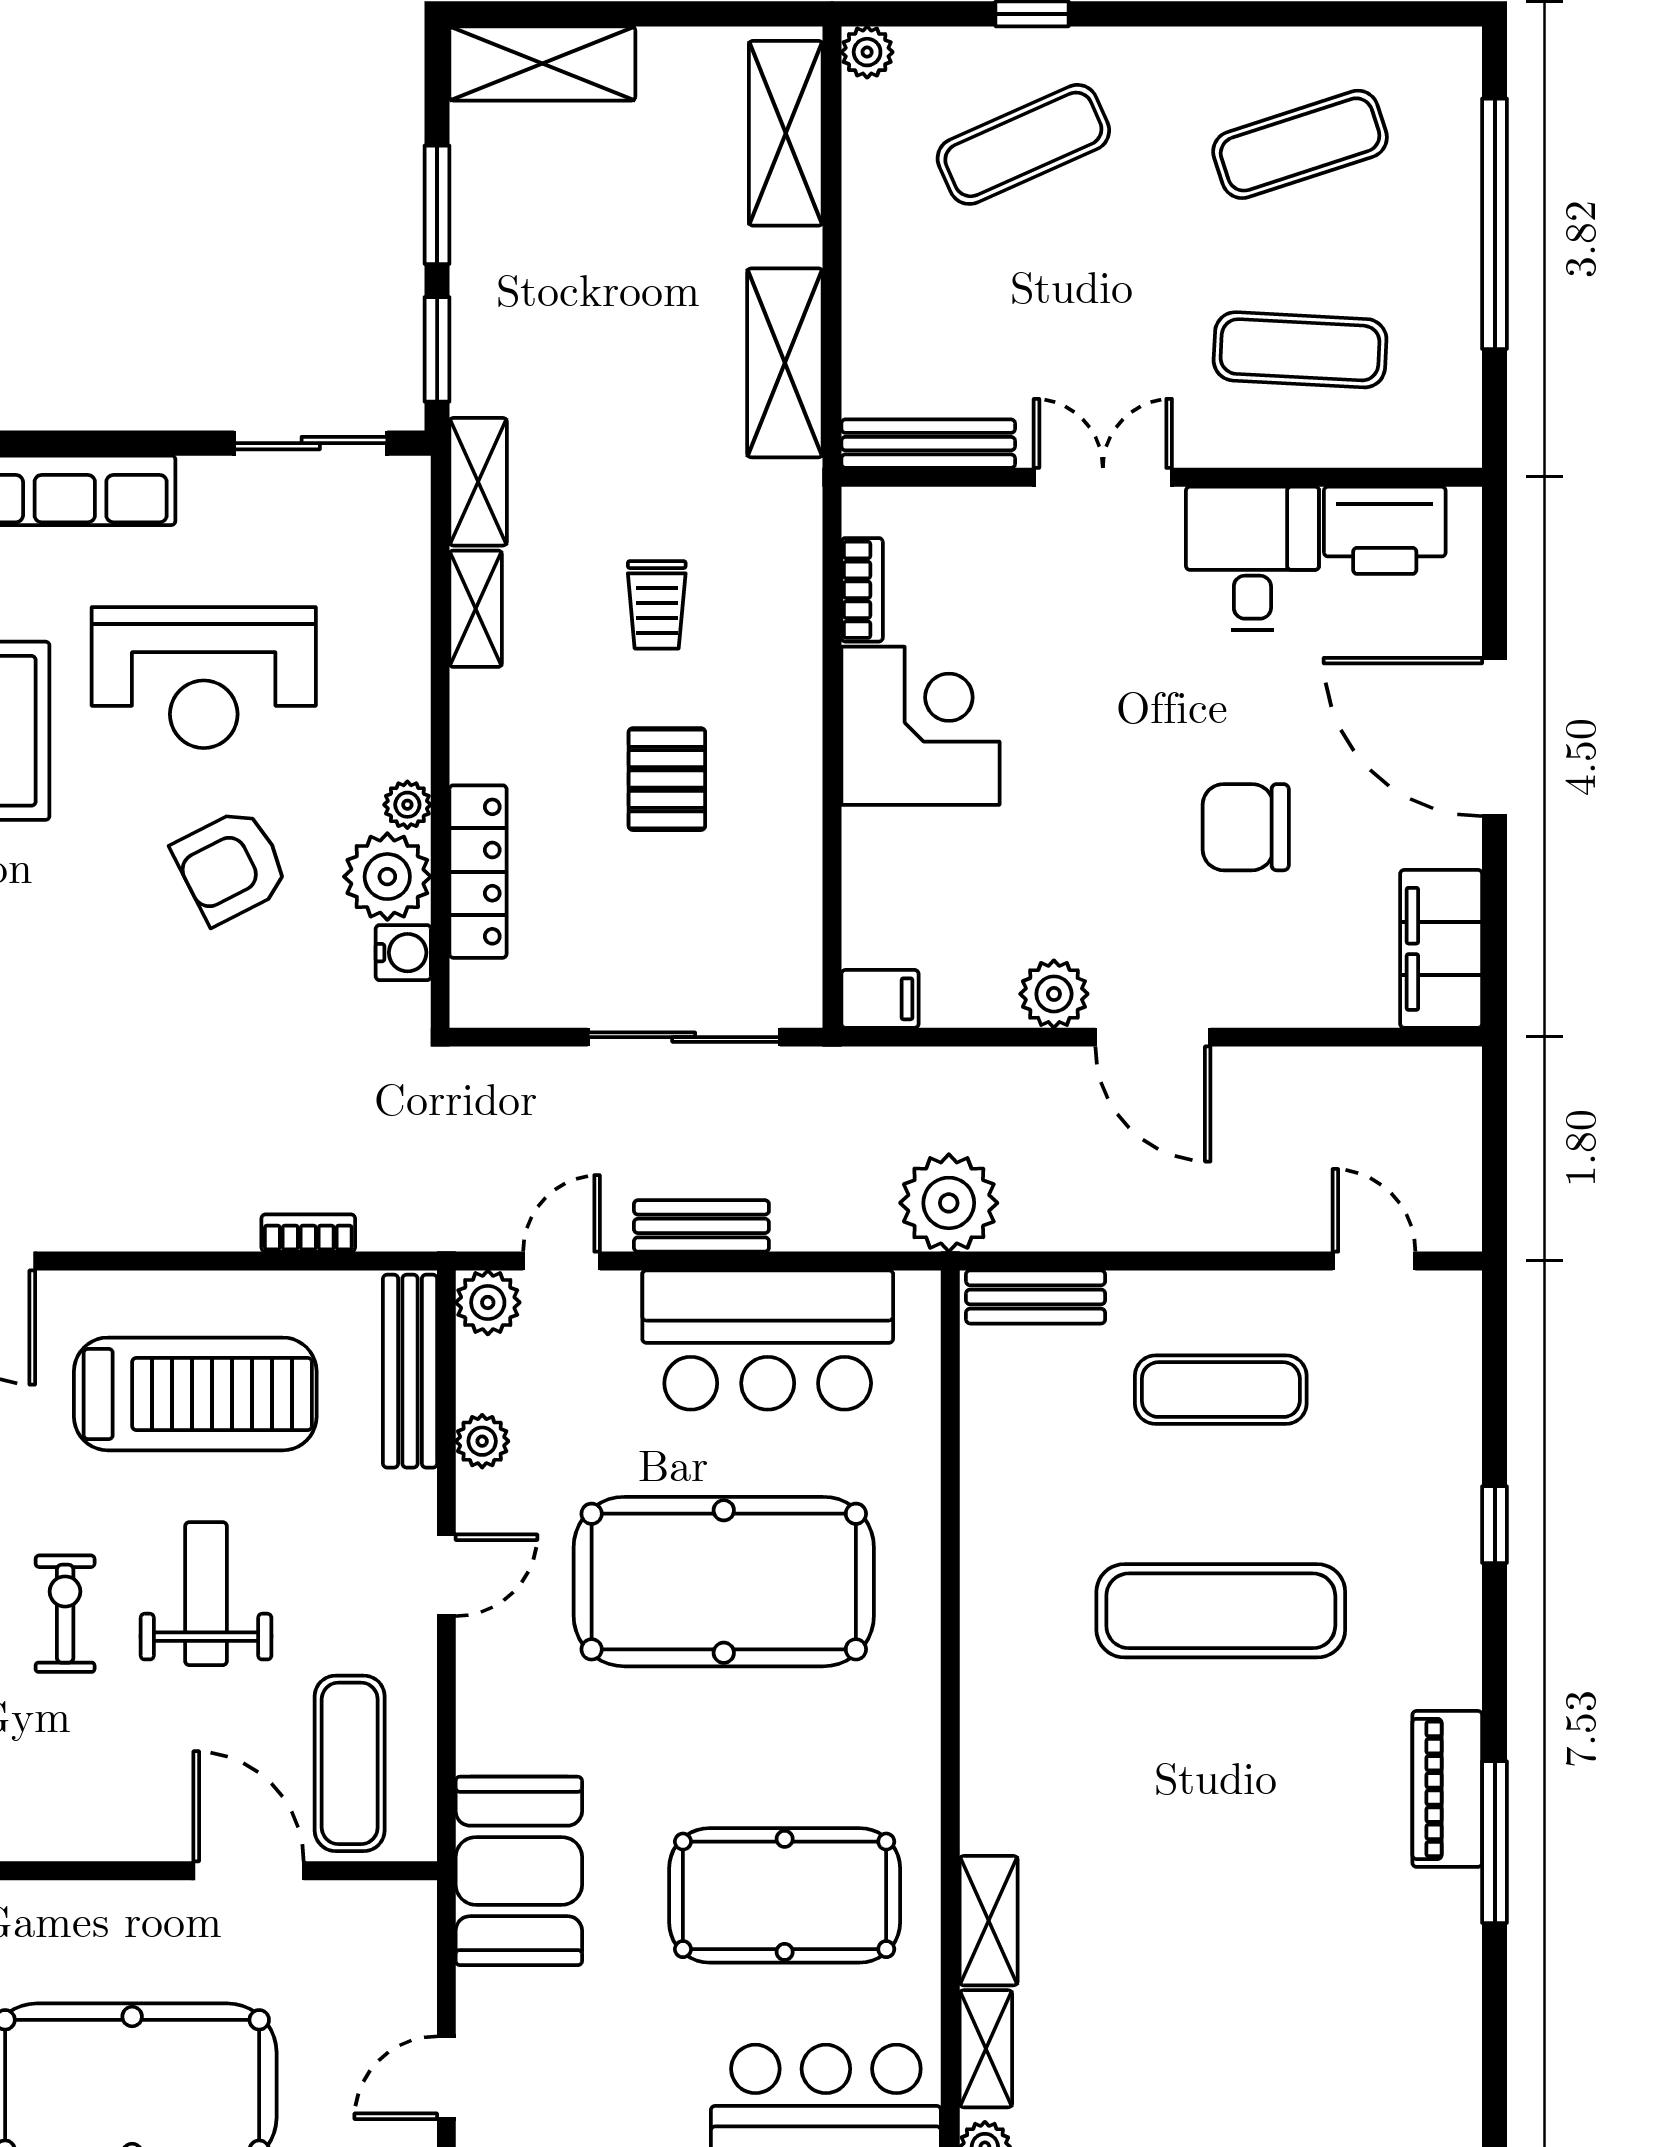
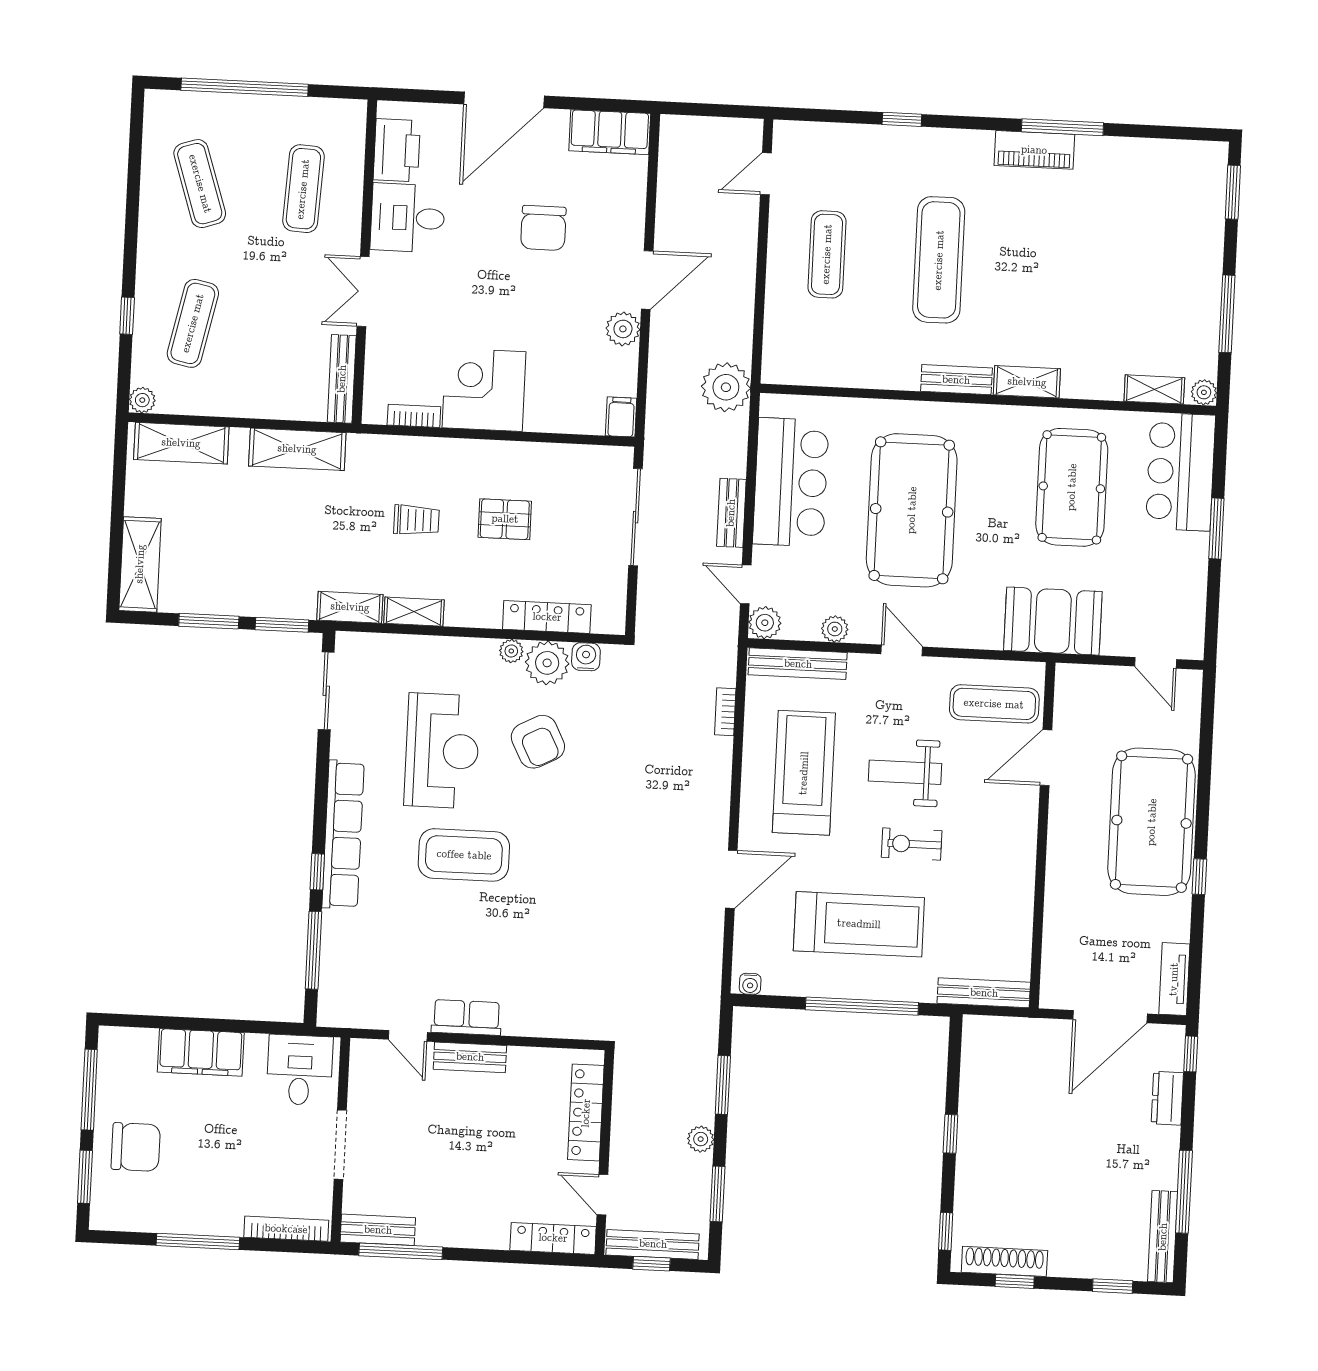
exercise mat: (1023, 144) -> (193, 323), turned 36
bench: (1036, 1297) -> (956, 380), moved, turned 90
shelving: (989, 1921) -> (1027, 382), moved

